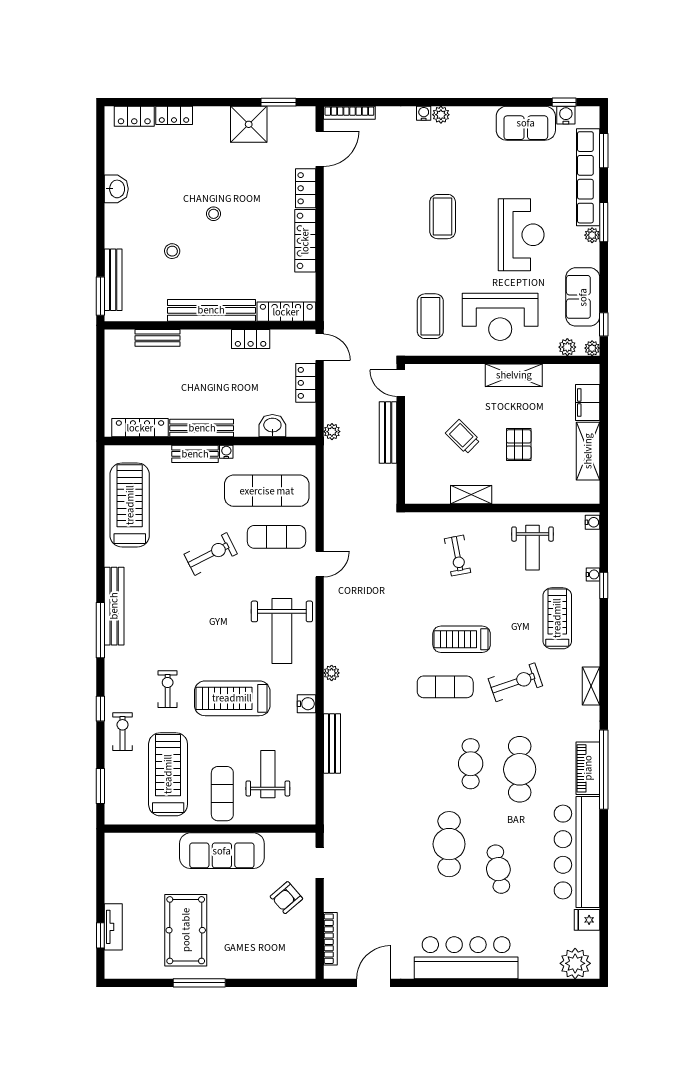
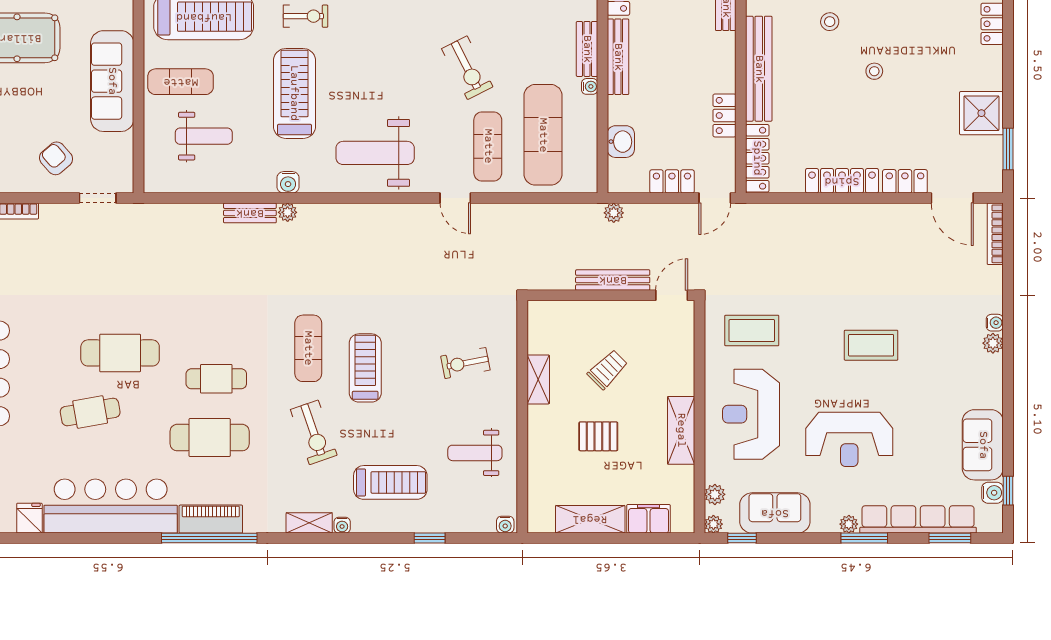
water cooler: (593, 574) -> (342, 525), moved
plant: (332, 673) -> (288, 212), moved
bench: (332, 744) -> (250, 213), width x0.73

